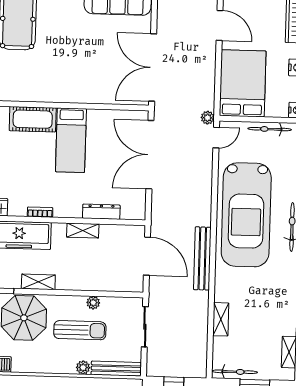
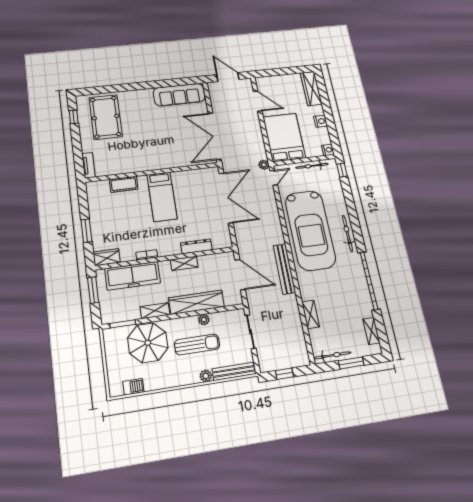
cot: (33, 119) -> (124, 184), width x0.73, depth x0.75
double door: (150, 155) -> (226, 198), swing flipped
wardrobe: (89, 281) -> (196, 302), added

